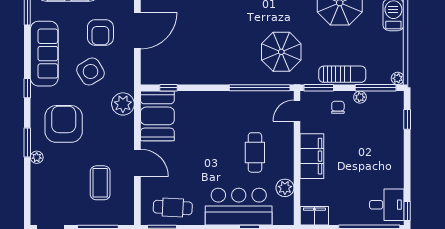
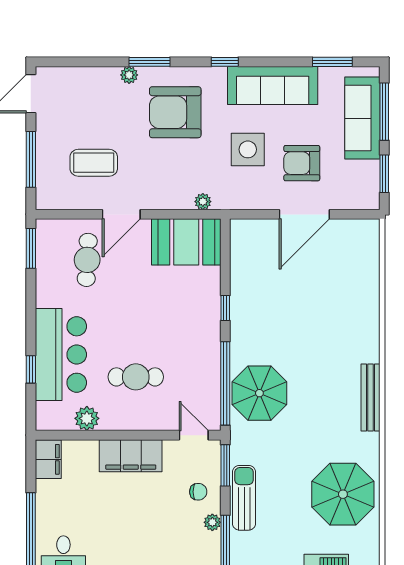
door: (137, 31) -> (304, 214), hinge flipped
parasol: (281, 52) -> (259, 393), moved
side table: (91, 72) -> (248, 149), turned 31
sun lounger: (342, 74) -> (244, 498), turned 180
window: (169, 88) -> (225, 308), moved
plant: (123, 104) -> (203, 202), width x0.53, depth x0.53
armchair: (64, 124) -> (175, 112), turned 180
cafe table: (173, 208) -> (87, 260), moved

